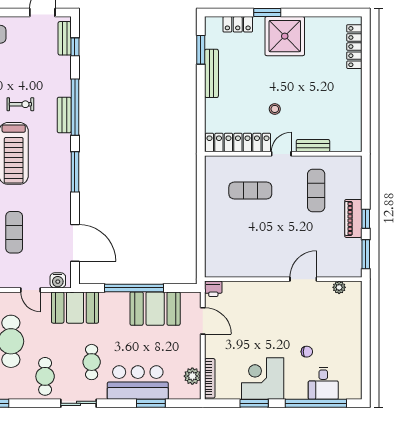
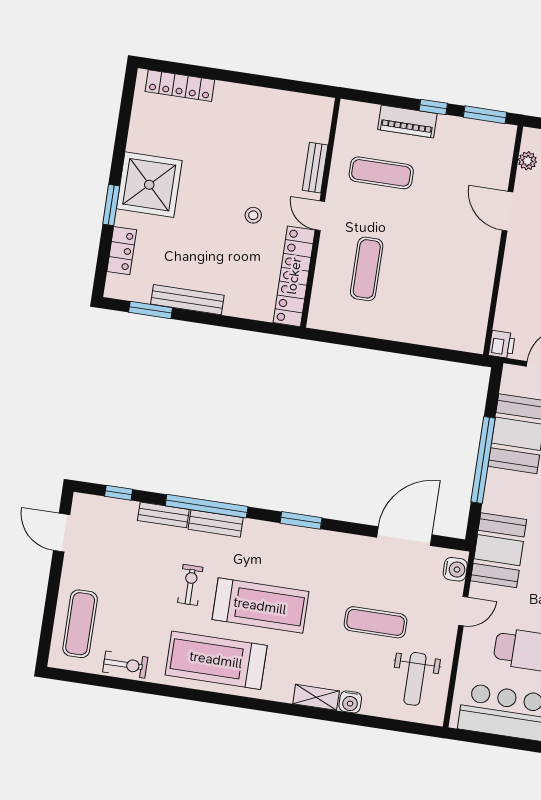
bench: (65, 38) -> (163, 515), moved
window: (75, 172) -> (301, 520), width x0.69
piano: (353, 218) -> (407, 122), moved

